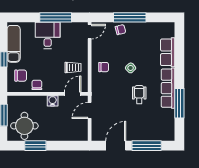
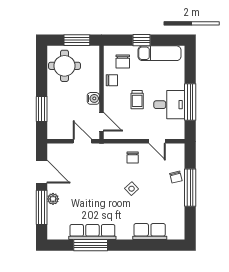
door: (90, 32) -> (157, 141), moved
desk: (48, 35) -> (169, 105), moved
trolley: (73, 67) -> (137, 100), moved
row of seats: (168, 88) -> (92, 232), moved
wheelchair: (139, 94) -> (101, 199), removed
plant: (139, 136) -> (53, 199), added
window: (35, 146) -> (42, 109), moved

